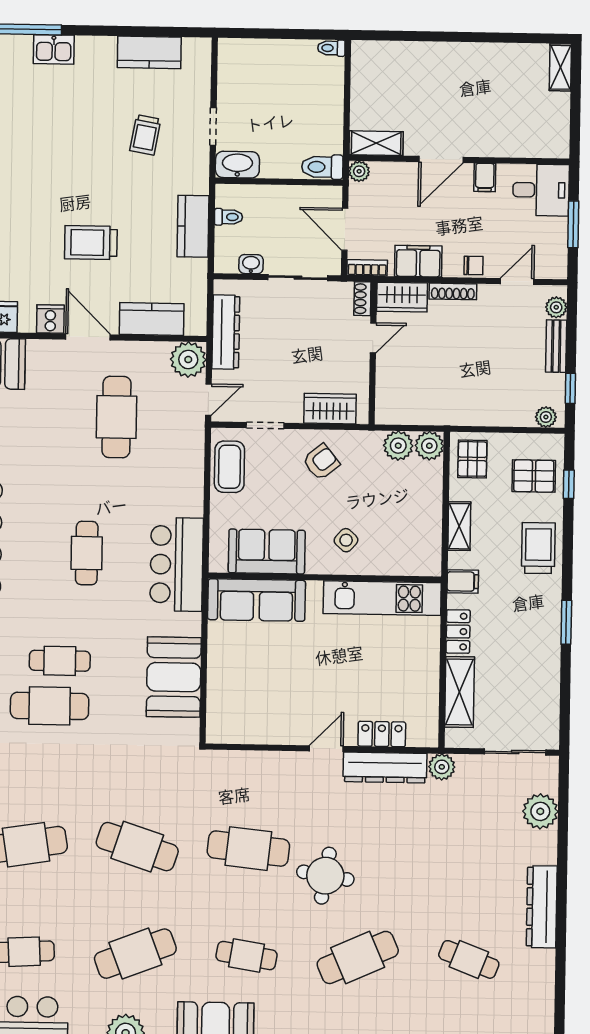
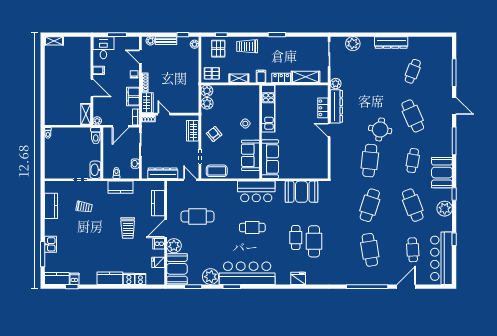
plant: (188, 360) -> (174, 246), moved

